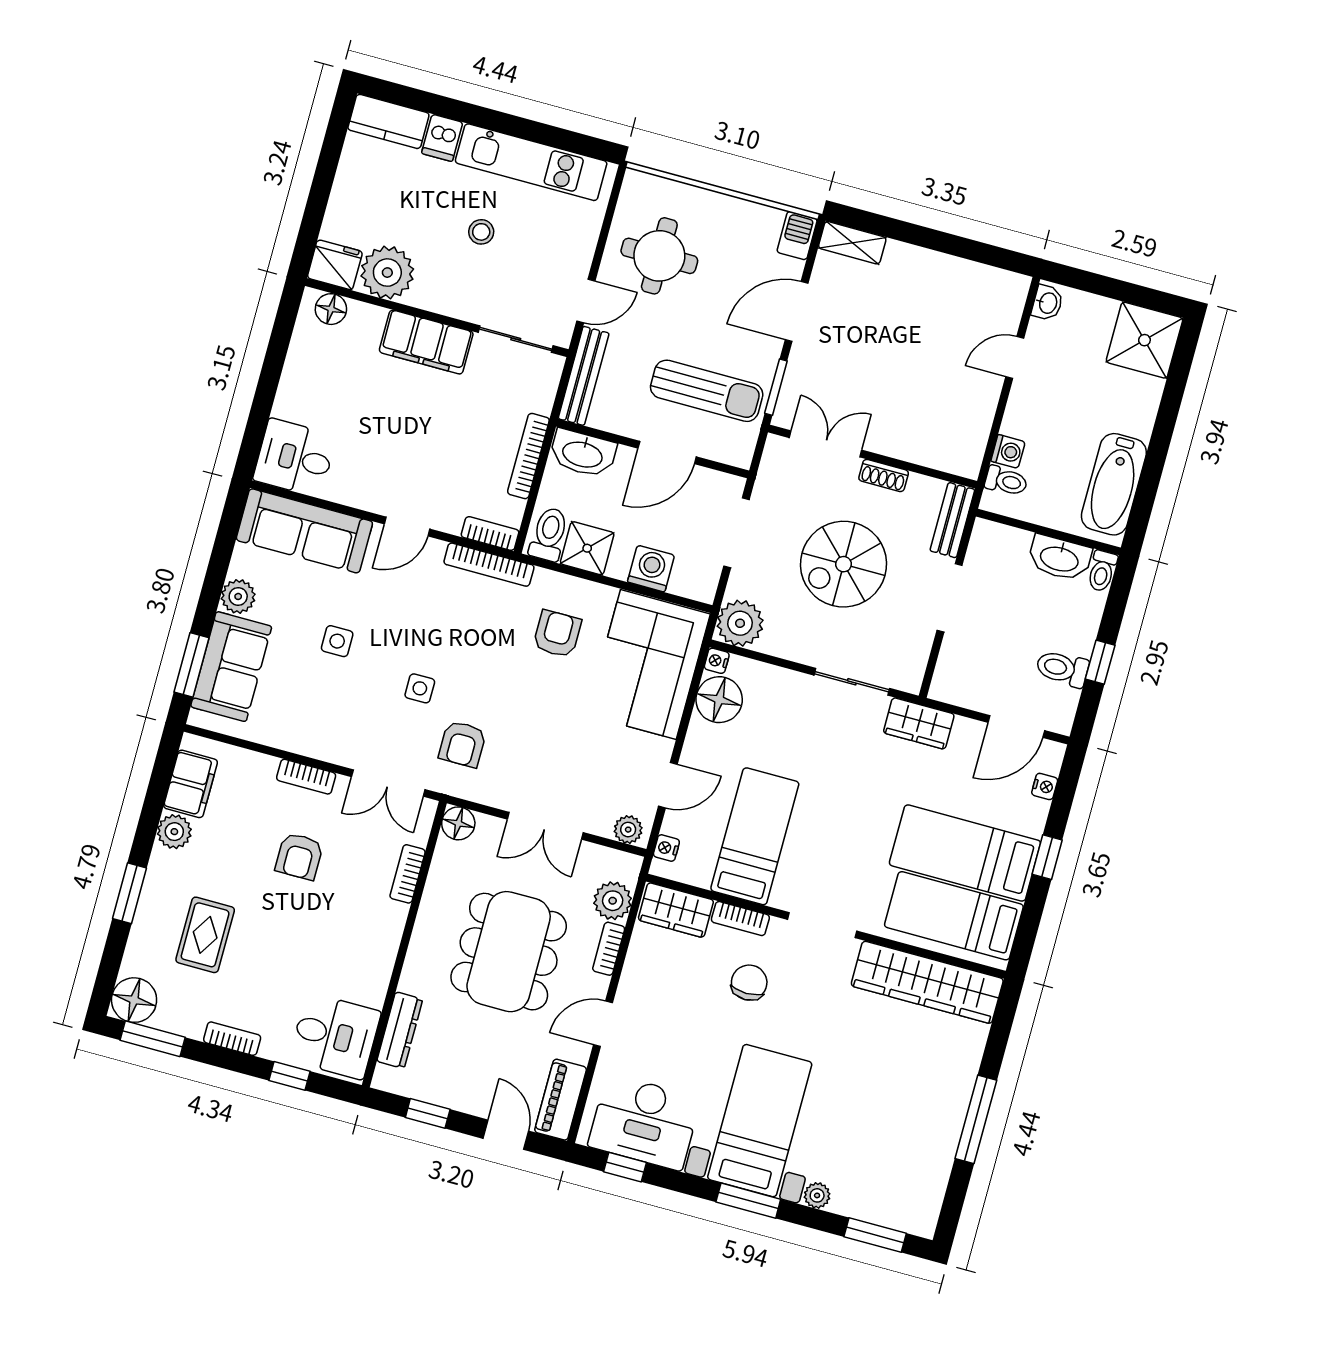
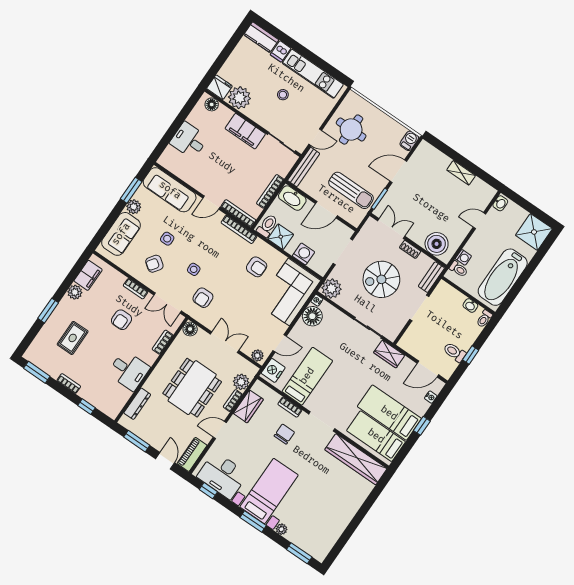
shelving: (852, 243) -> (461, 173), moved
boiler: (938, 442) -> (437, 244), added
desk: (295, 458) -> (189, 140), moved
bathtub: (1114, 484) -> (503, 277), width x1.36, depth x1.36
bookcase: (490, 533) -> (238, 213), width x1.56
washbasin: (1060, 558) -> (470, 305), width x0.52, depth x0.69
armchair: (557, 634) -> (257, 267), turned 90
window: (192, 665) -> (131, 190), moved
armchair: (328, 707) -> (154, 264), added
double door: (545, 826) -> (225, 342), swing flipped
nightstand: (666, 848) -> (273, 370), width x1.89, depth x1.79
wardrobe: (676, 910) -> (248, 406), moved, turned -90
floor lamp: (134, 1000) -> (35, 354), removed
desk: (335, 1036) -> (129, 371), moved
window: (428, 1113) -> (137, 441), width x1.50
window: (976, 1119) -> (356, 521), removed

